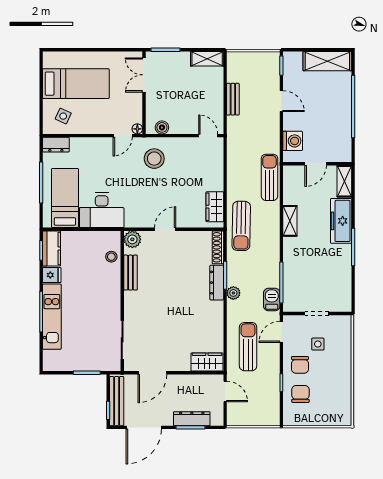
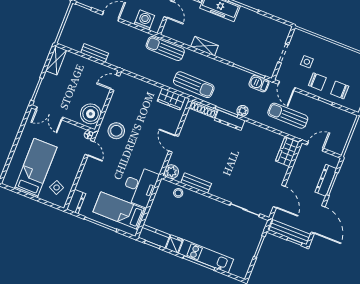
boiler: (162, 127) -> (91, 114), width x1.86, depth x1.86

